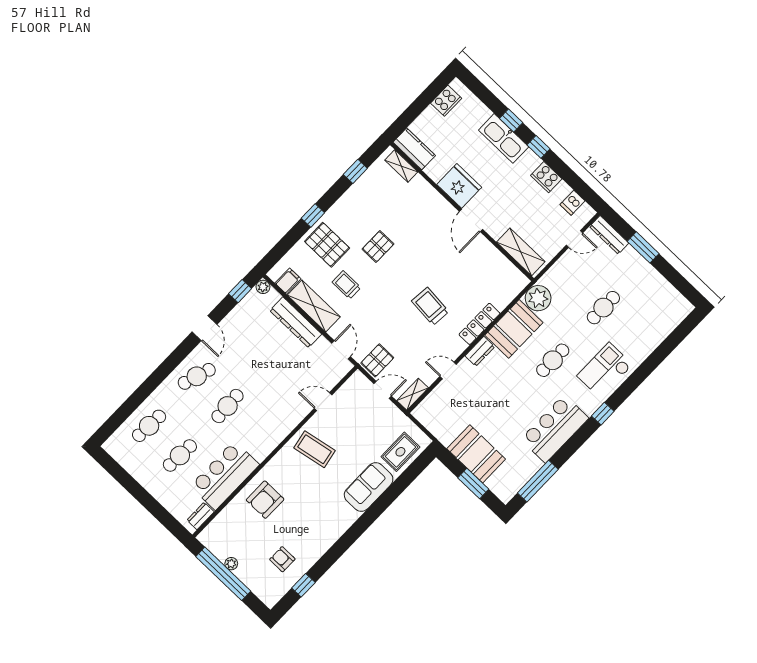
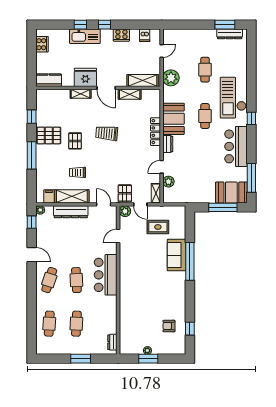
shelving: (401, 166) -> (81, 94), moved
window: (313, 215) -> (32, 155), width x2.17
dresser: (609, 235) -> (230, 34), moved
pallet: (327, 245) -> (49, 135), moved
window: (643, 247) -> (225, 25), moved
shelving: (491, 253) -> (130, 94), added
plant: (538, 298) -> (171, 78), moved
trolley: (430, 306) -> (107, 133), moved
checkout: (605, 370) -> (233, 98), width x1.36, depth x1.21
plant: (358, 381) -> (125, 211), added
door: (383, 390) -> (140, 204), swing flipped
plant: (440, 395) -> (168, 182), added
coffee table: (315, 449) -> (135, 262), removed
rug: (400, 452) -> (158, 227), moved, turned 90
booth: (476, 454) -> (231, 193), moved
bar counter: (225, 475) -> (106, 275), moved
window: (473, 483) -> (223, 207), width x1.44
window: (146, 500) -> (81, 359), added
armchair: (265, 500) -> (135, 306), removed
window: (377, 509) -> (190, 261), added
window: (223, 574) -> (148, 359), width x0.47

